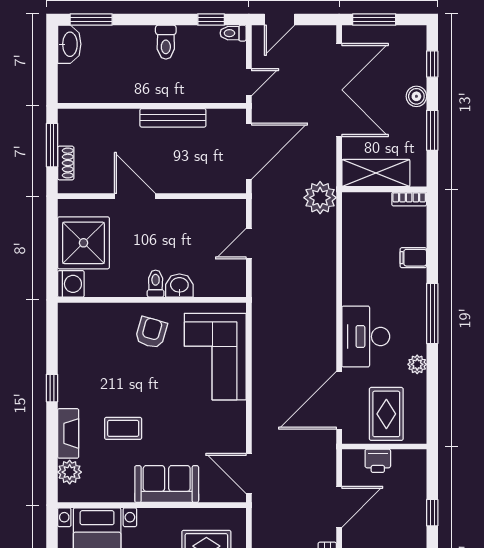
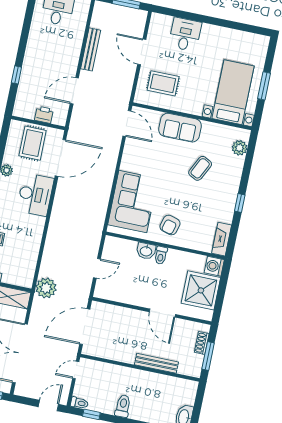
bench: (173, 118) -> (156, 363), moved
coffee table: (123, 428) -> (200, 168), turned -63
fireplace: (68, 433) -> (222, 239), moved

